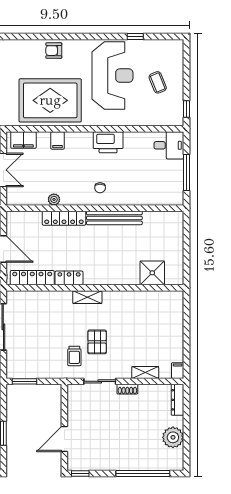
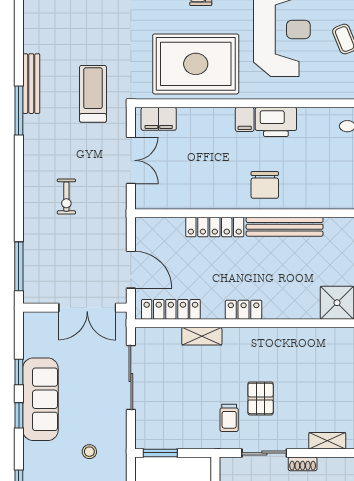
filing cabinet: (58, 140) -> (245, 119), moved
chair: (100, 188) -> (265, 185), width x1.87, depth x1.87
plant: (54, 199) -> (201, 201), removed
locker: (69, 278) -> (244, 310), moved
shelving: (87, 297) -> (202, 336), moved

